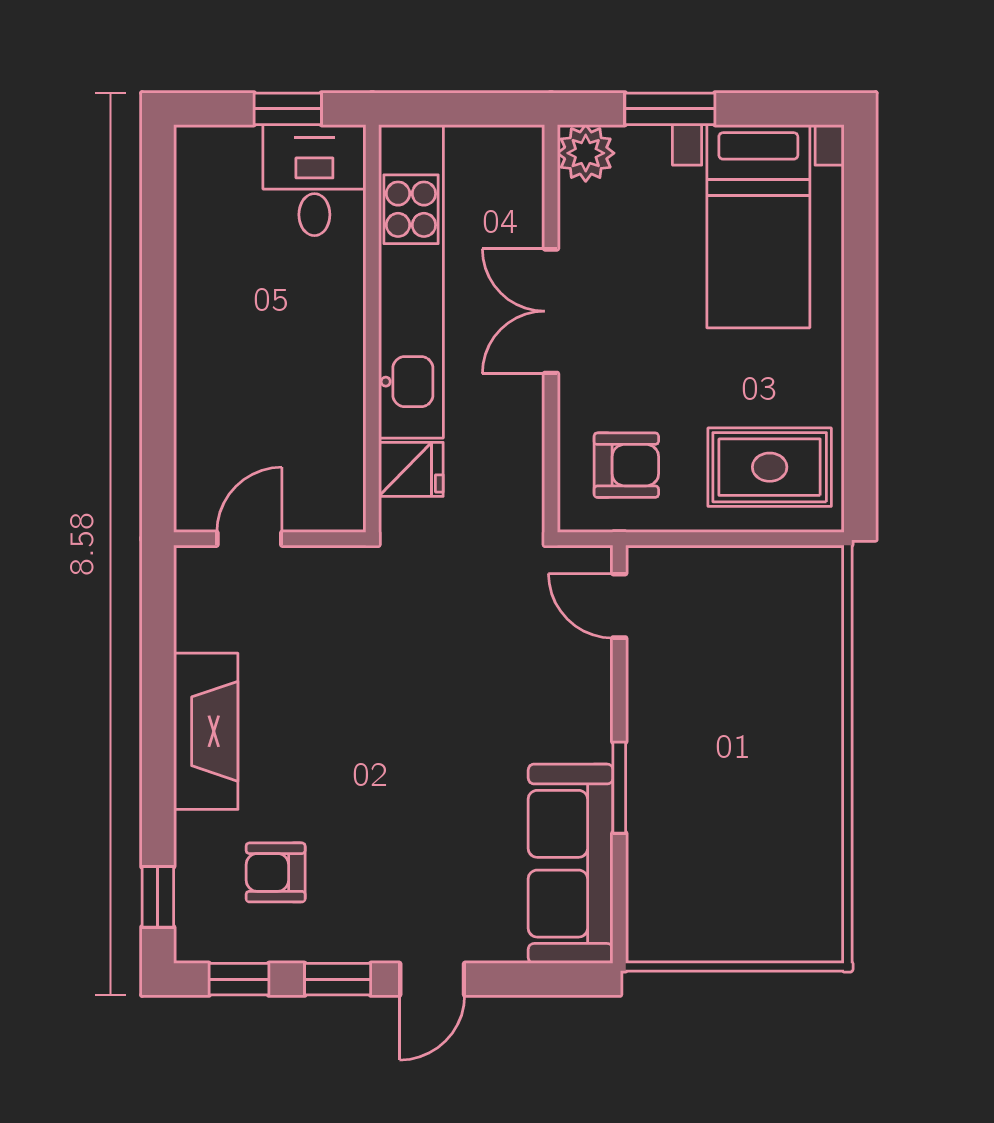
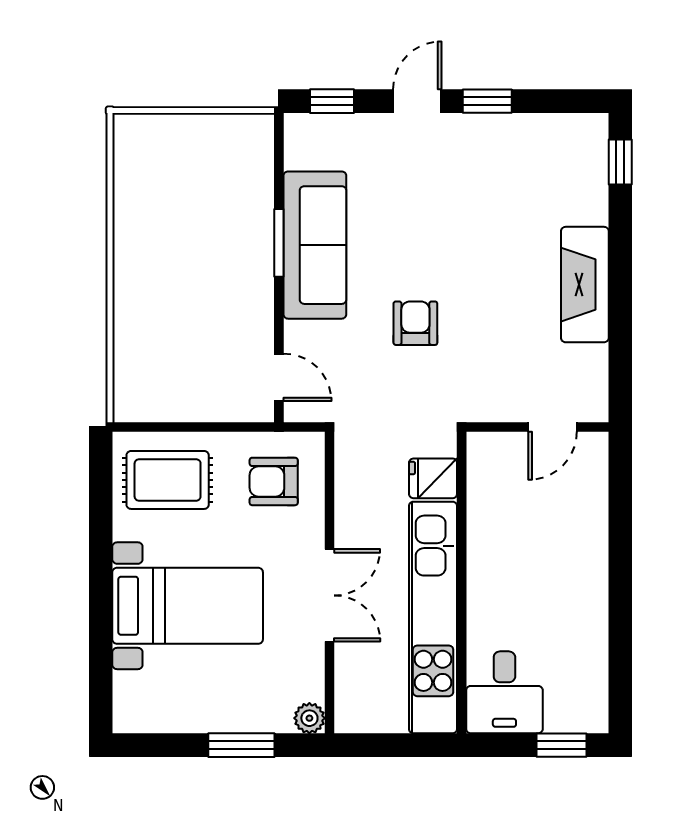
window: (288, 109) -> (561, 745), moved
plant: (586, 153) -> (309, 718), width x0.73, depth x0.73
bed with nightstands: (758, 226) -> (188, 606), moved, turned 90
sofa: (571, 864) -> (315, 245), moved
armchair: (276, 872) -> (415, 323), moved, turned -90
window: (239, 979) -> (332, 101), moved

